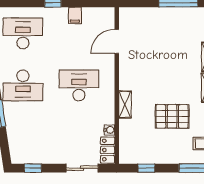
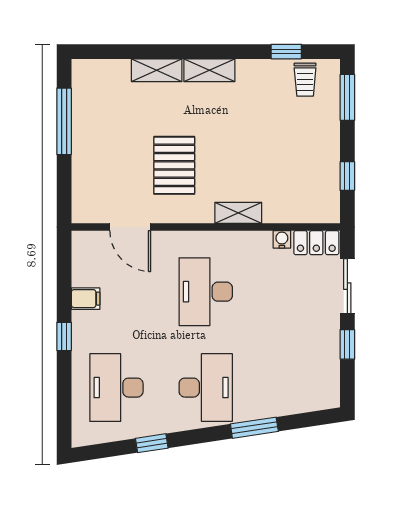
pallet: (172, 116) -> (174, 165), moved
window: (33, 168) -> (347, 344), moved

